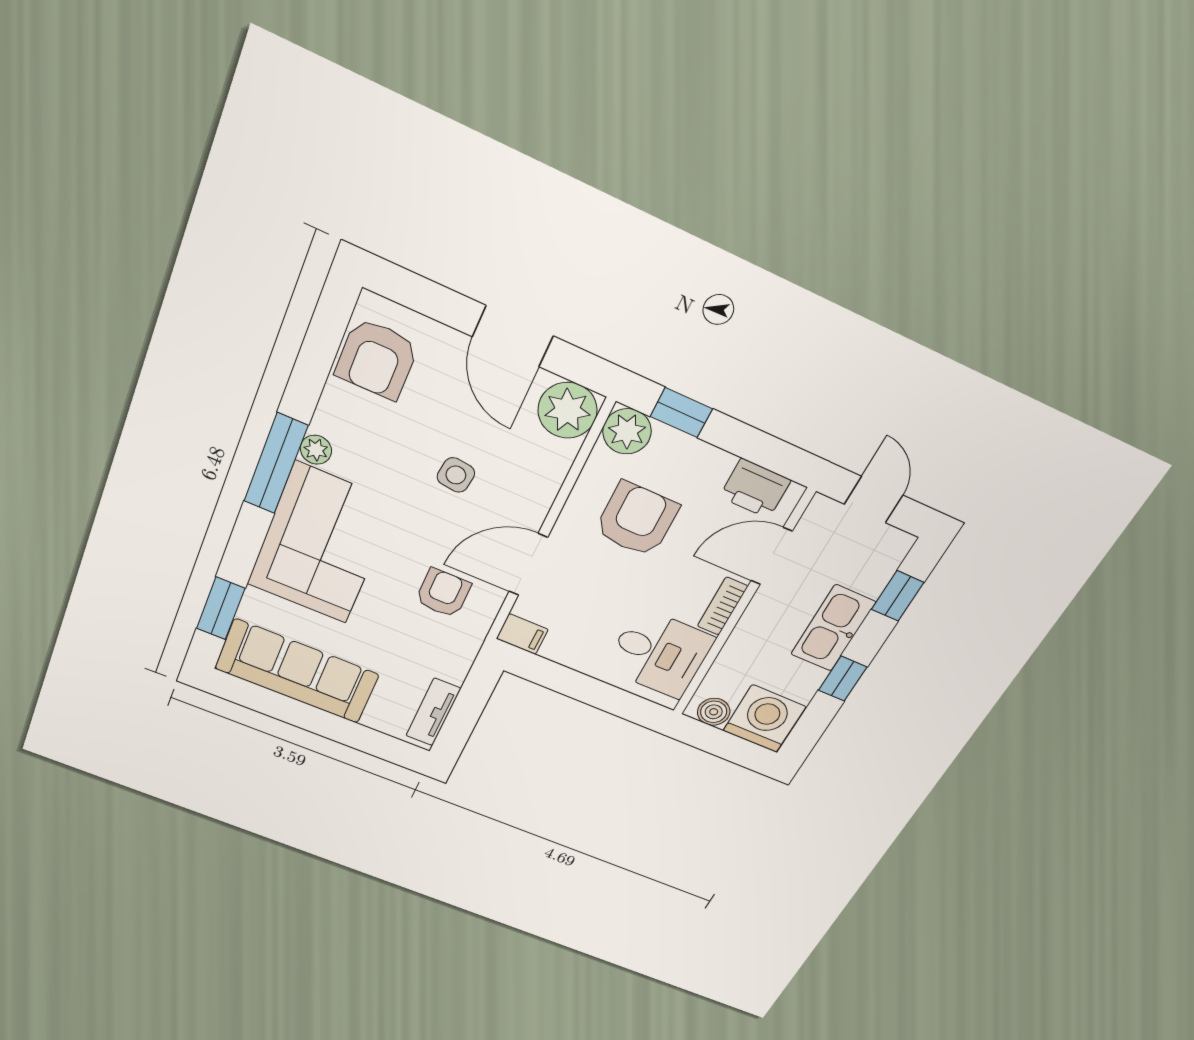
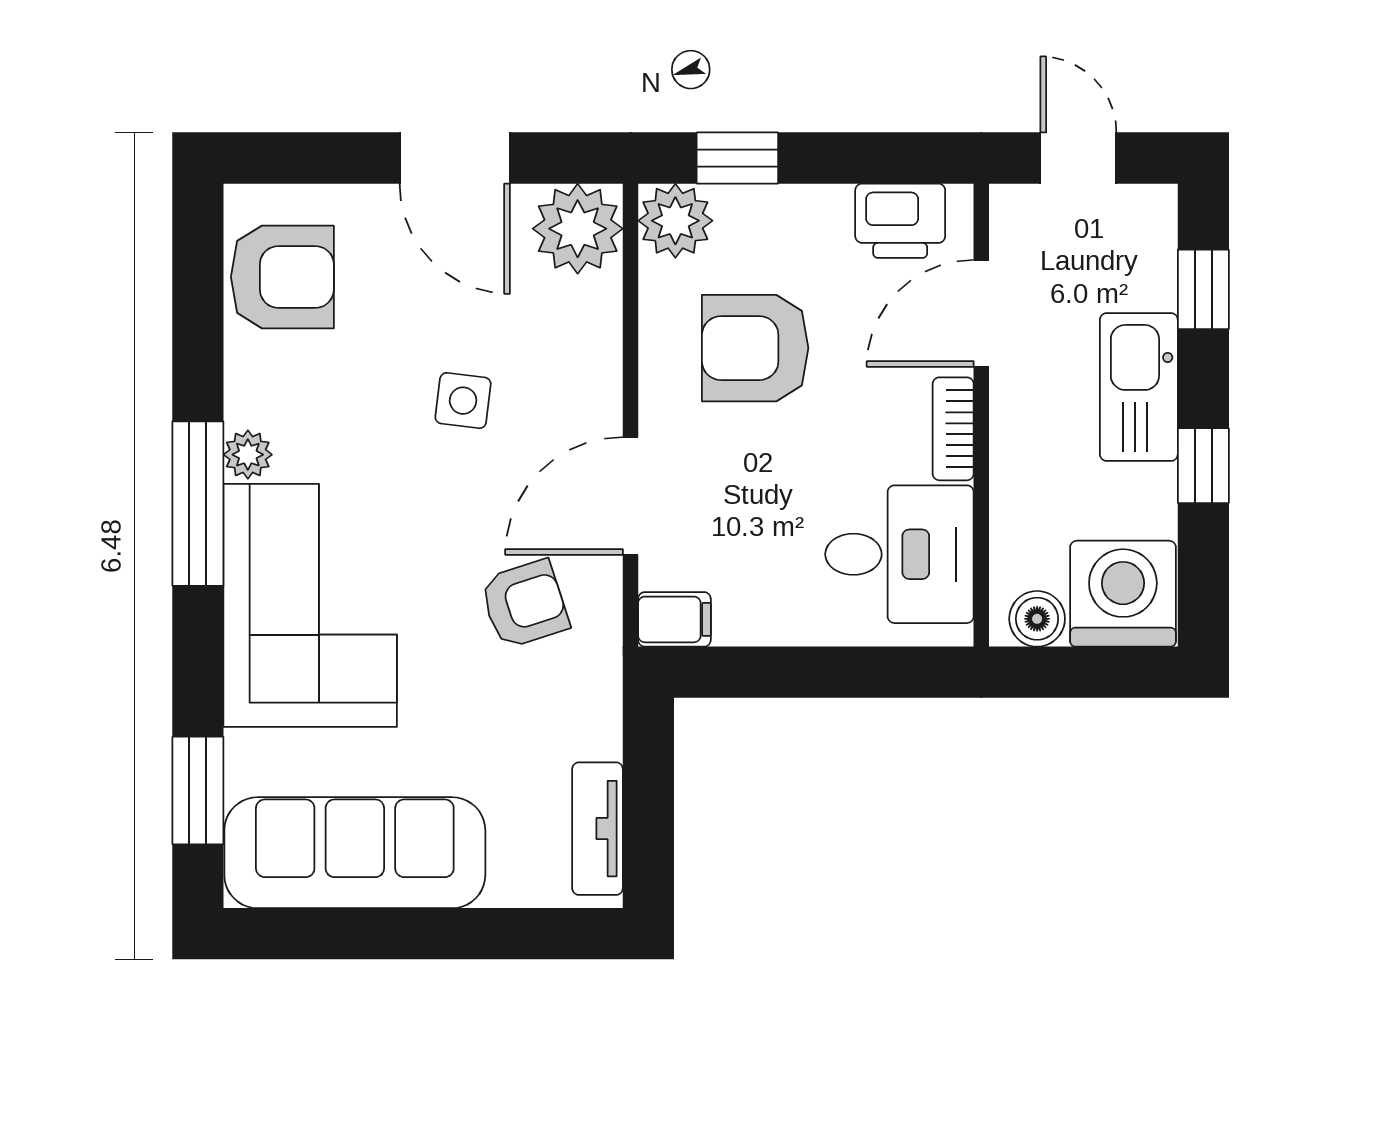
armchair: (377, 359) -> (282, 277), turned -90
armchair: (637, 519) -> (755, 348), turned -90
armchair: (443, 593) -> (525, 604), turned 72

